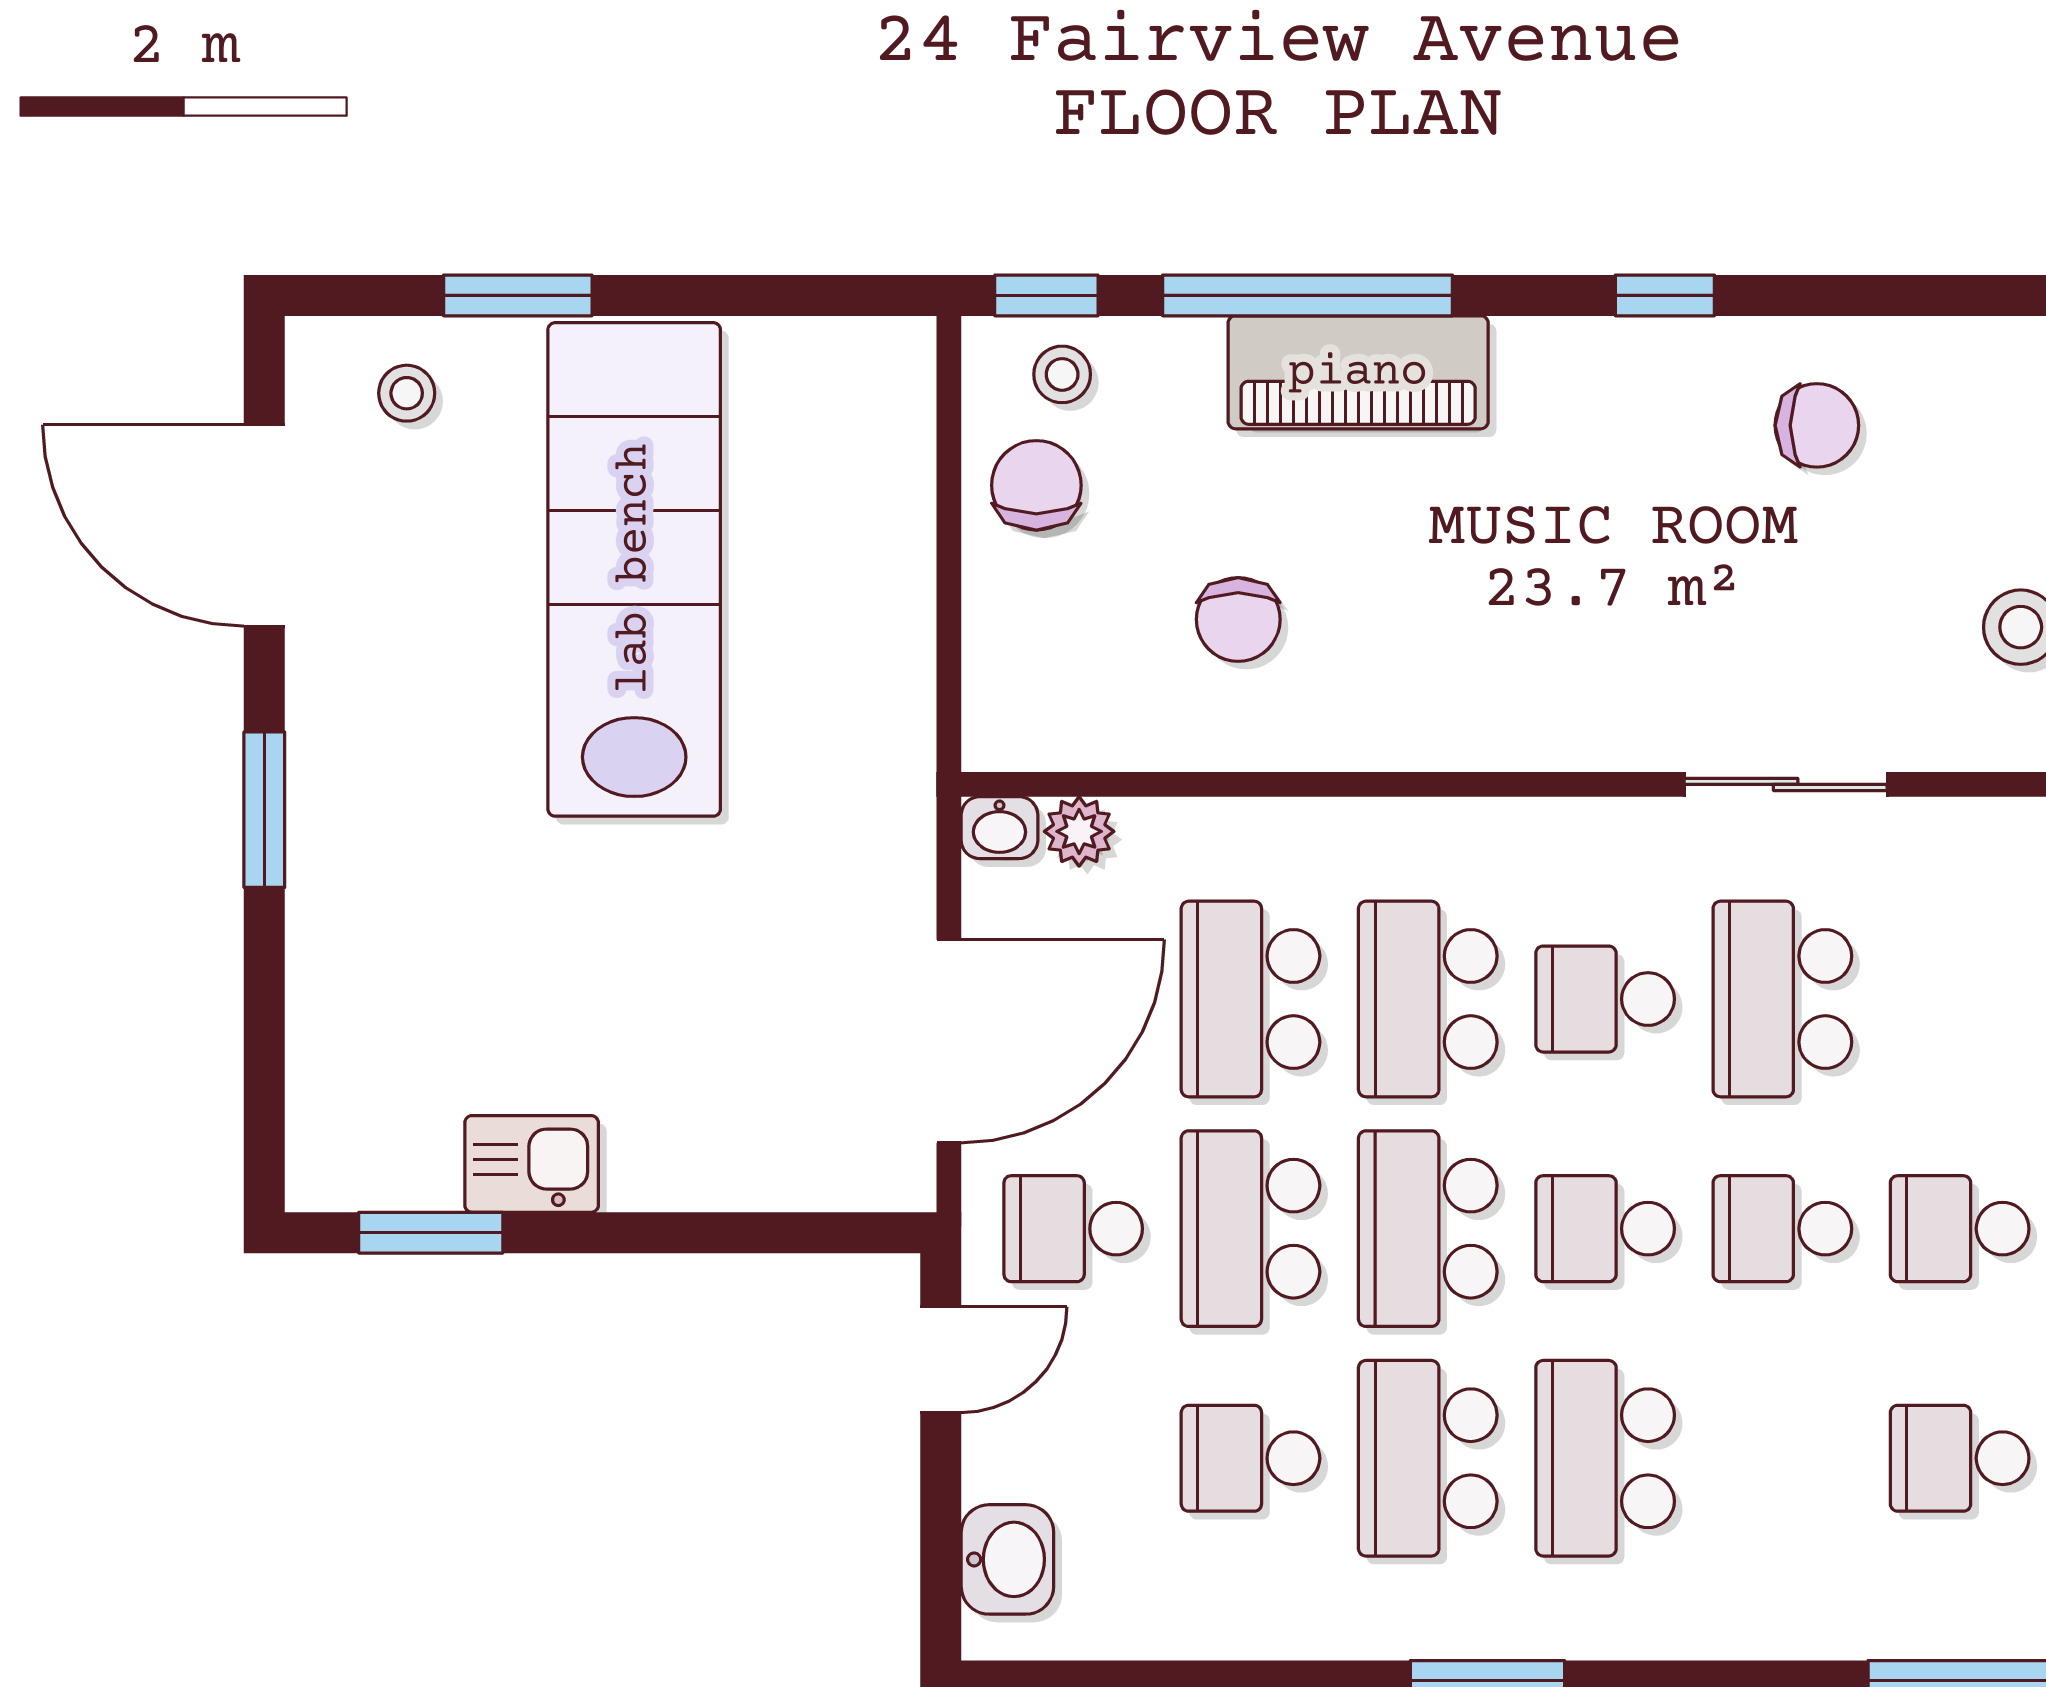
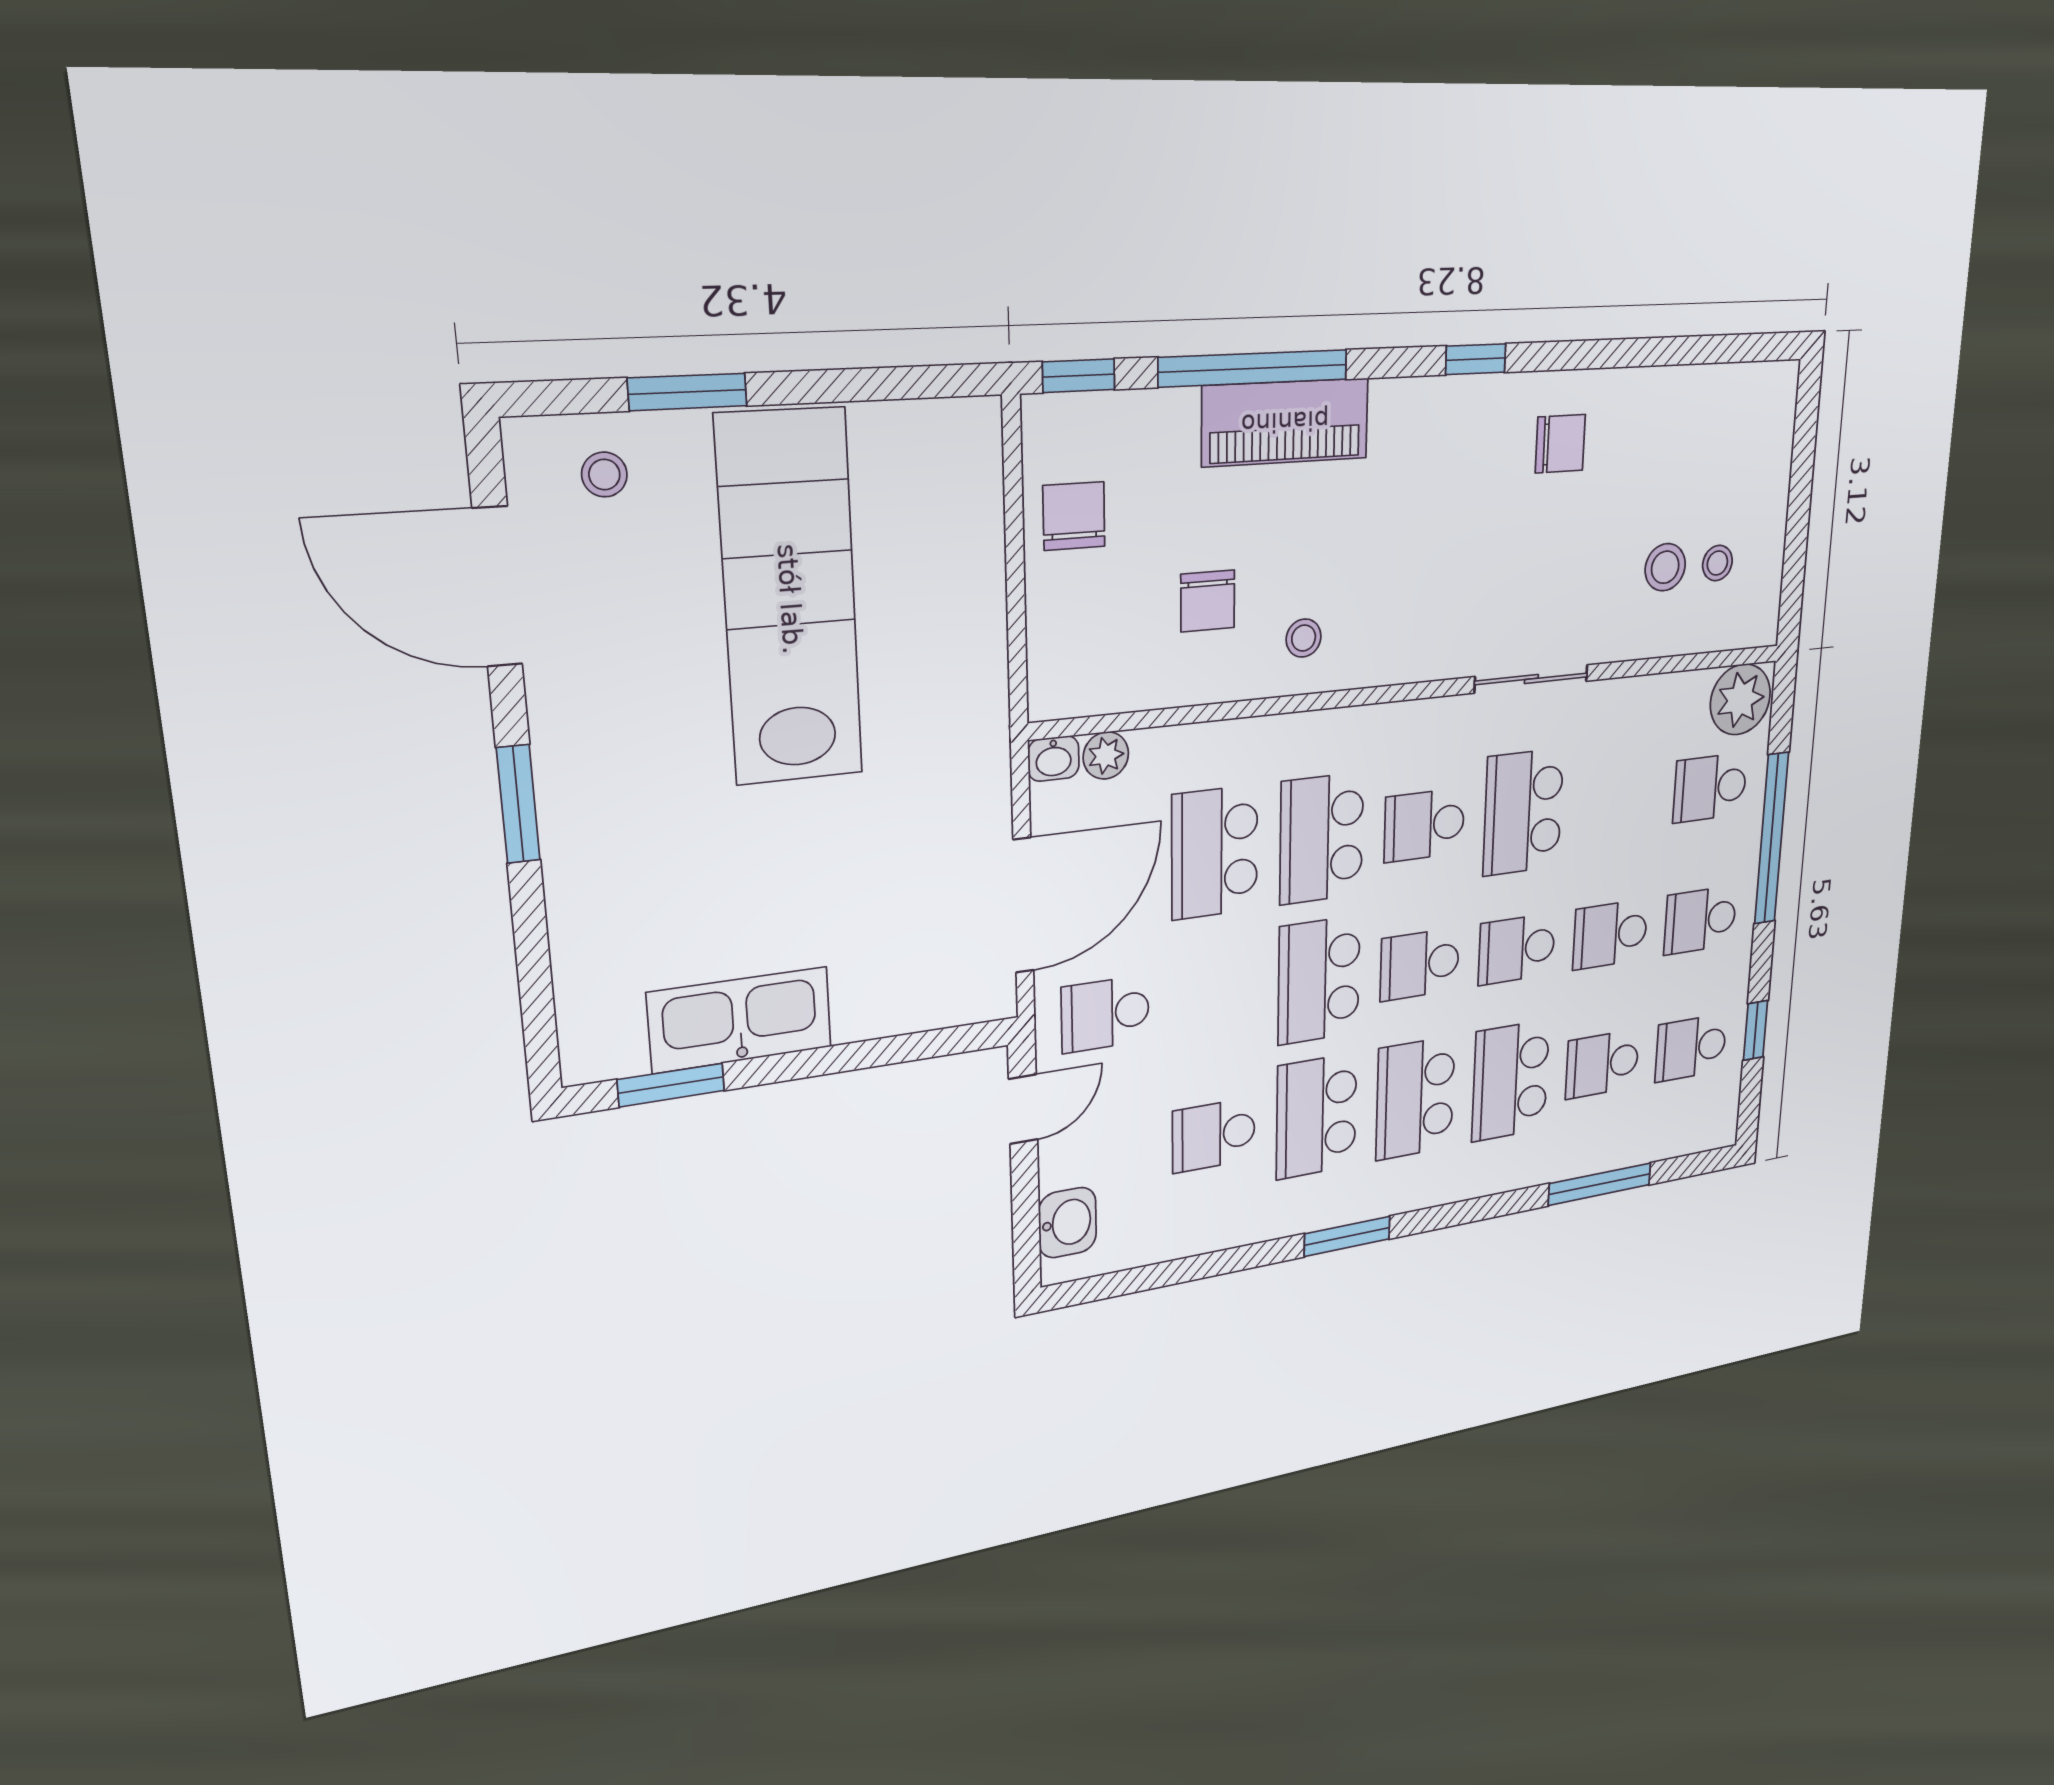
stool: (1062, 374) -> (1304, 638), moved
kitchen sink: (532, 1164) -> (740, 1020), width x1.87, depth x1.24
school desk: (1250, 1229) -> (1510, 1081), moved

